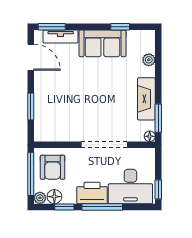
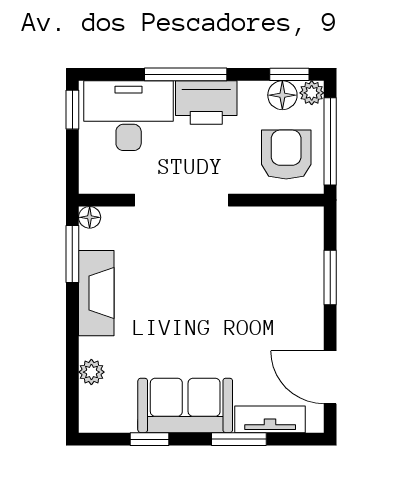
window: (52, 27) -> (239, 439), moved
window: (64, 207) -> (289, 74), moved

